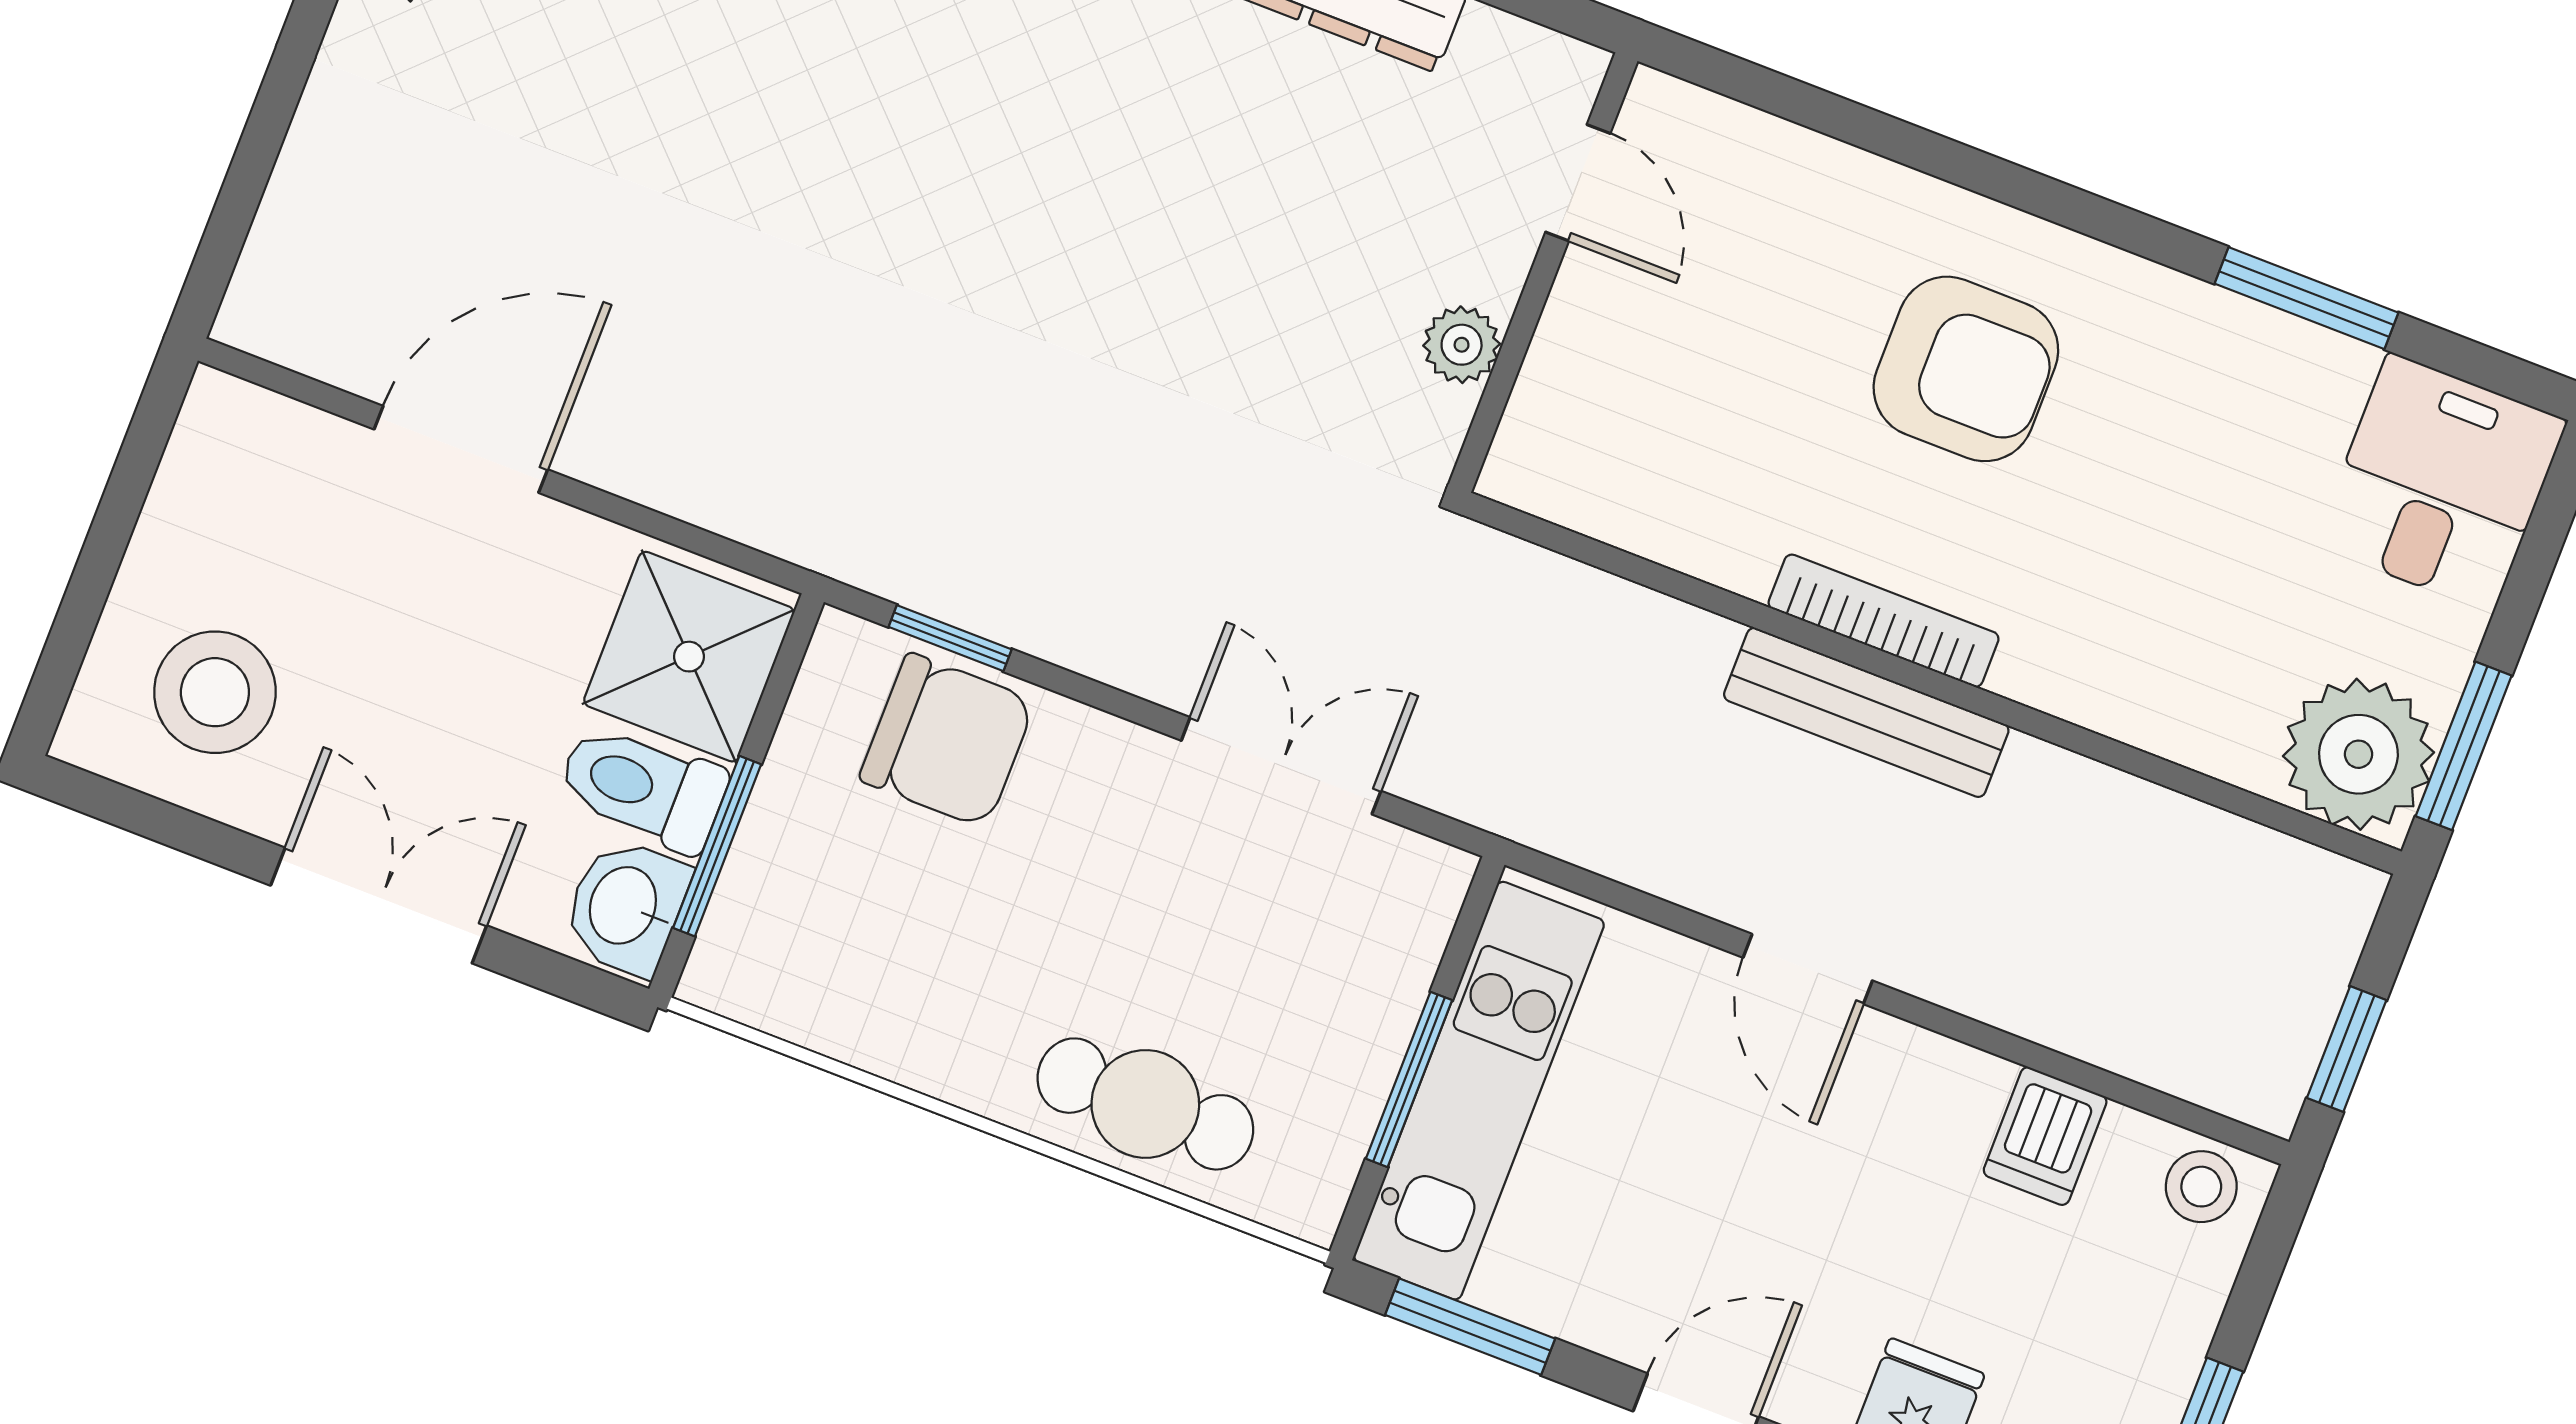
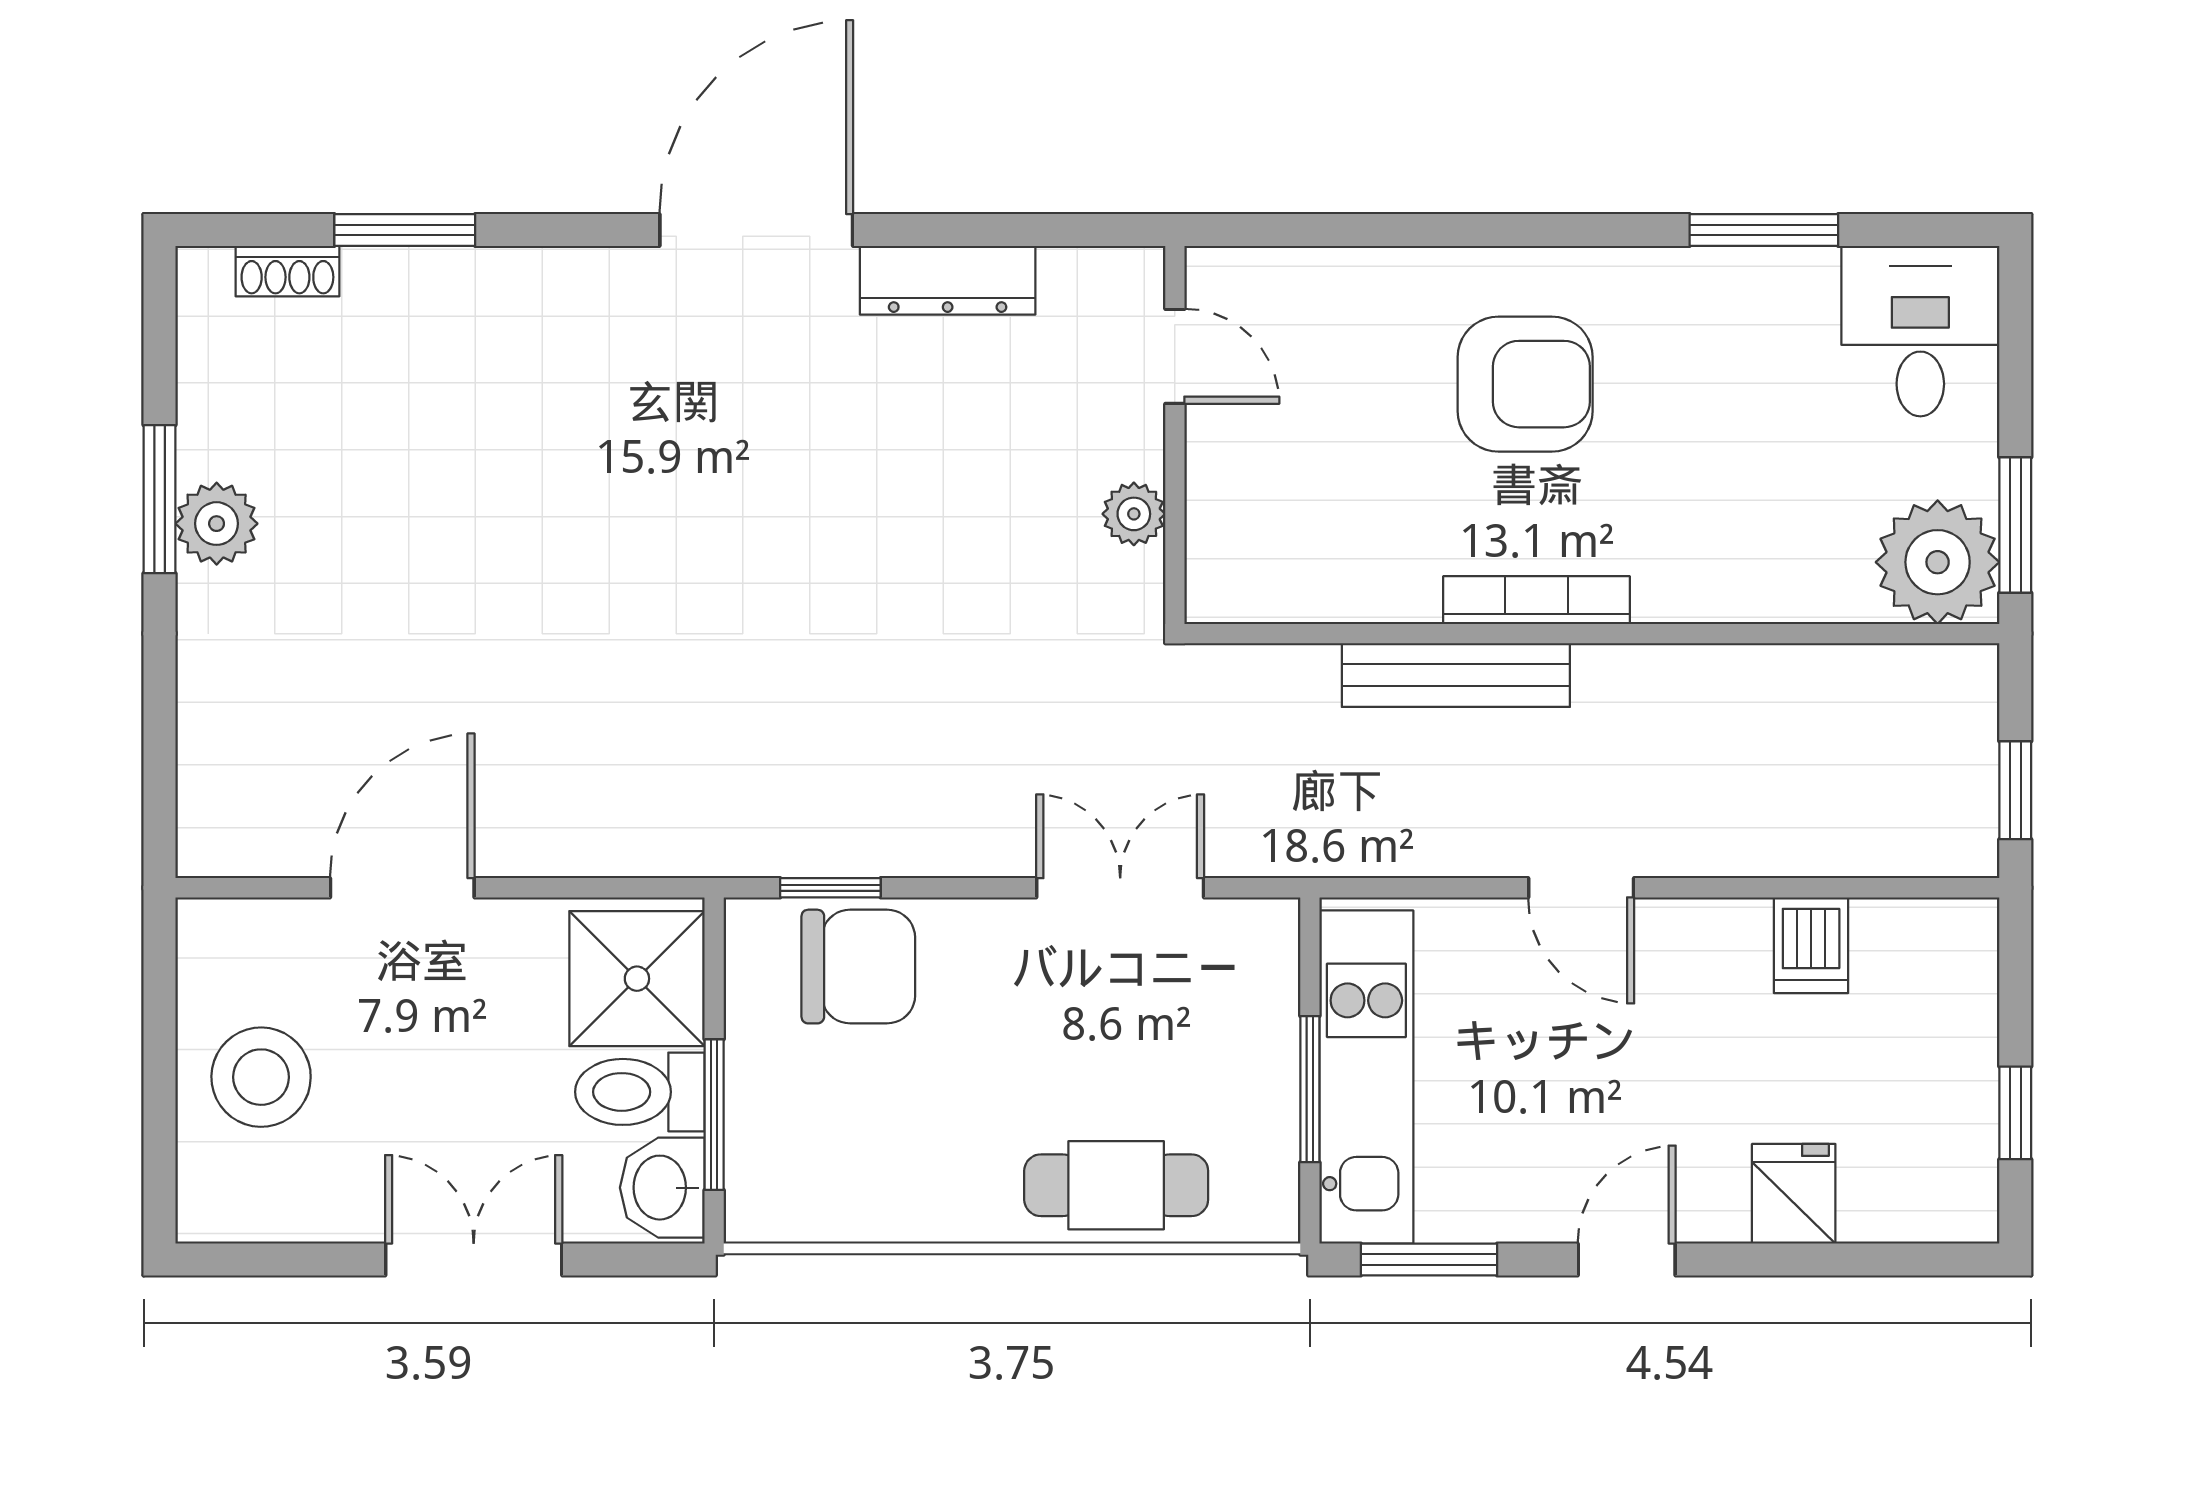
stool: (215, 692) -> (261, 1077), moved
bench: (1866, 712) -> (1456, 675), moved
stool: (2201, 1187) -> (1945, 938), removed

